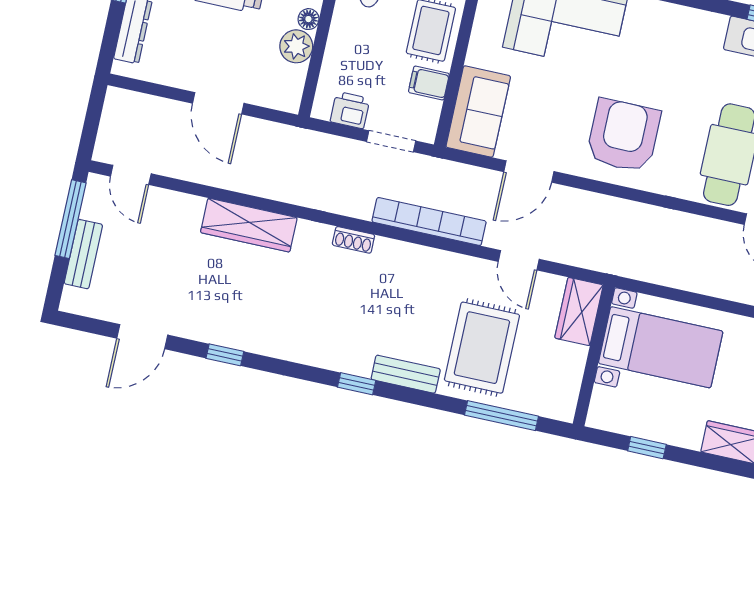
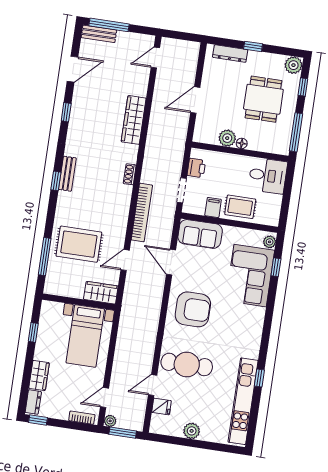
window: (70, 219) -> (109, 25), moved
bench: (83, 254) -> (99, 34), moved
door: (142, 337) -> (73, 69), swing flipped
bench: (406, 374) -> (67, 174), moved

